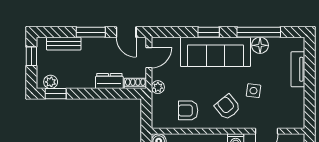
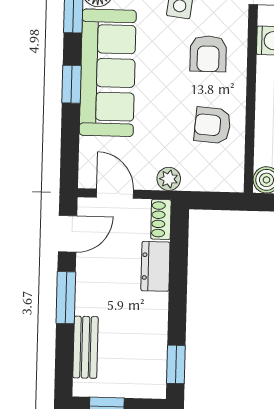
plant: (51, 82) -> (154, 373), removed
armchair: (227, 107) -> (208, 54), turned -51
armchair: (188, 110) -> (213, 125), turned 94

